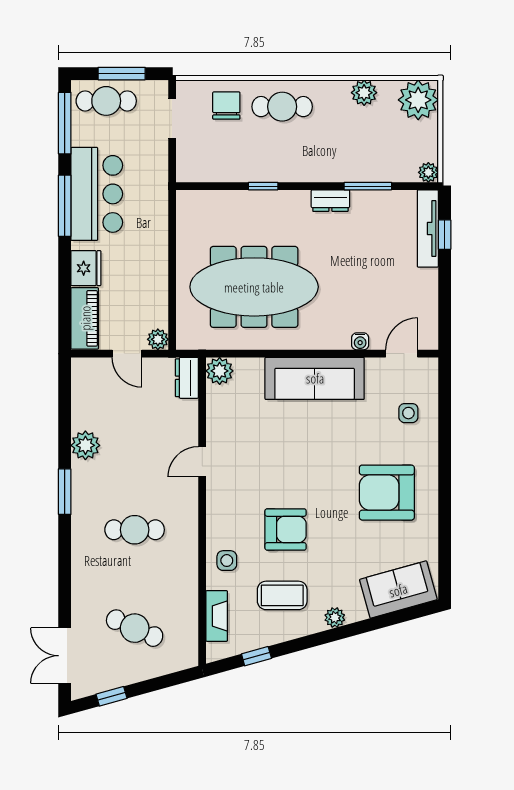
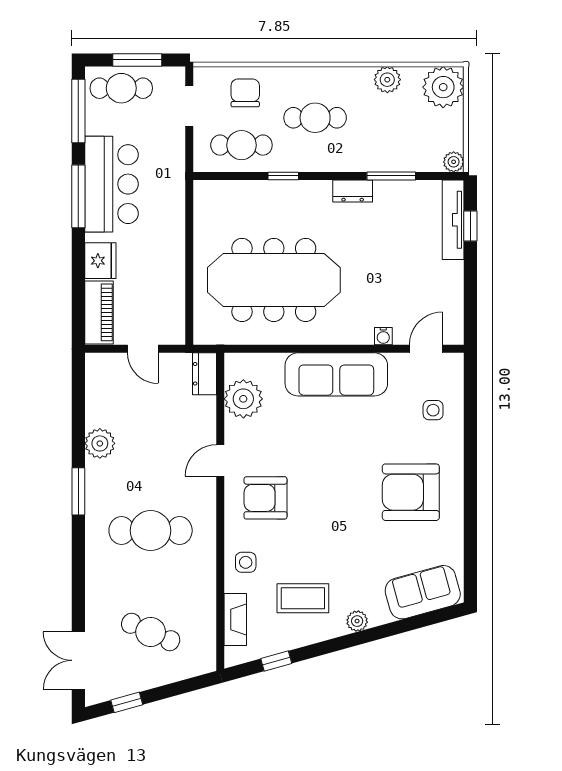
cafe table: (282, 107) -> (315, 118), moved
cafe table: (223, 156) -> (241, 145), added
plant: (158, 339) -> (175, 334), removed
plant: (220, 371) -> (243, 399), moved, width x1.36, depth x1.36
armchair: (286, 529) -> (266, 498), moved, turned 180
cafe table: (135, 530) -> (151, 531), width x1.37, depth x1.35

